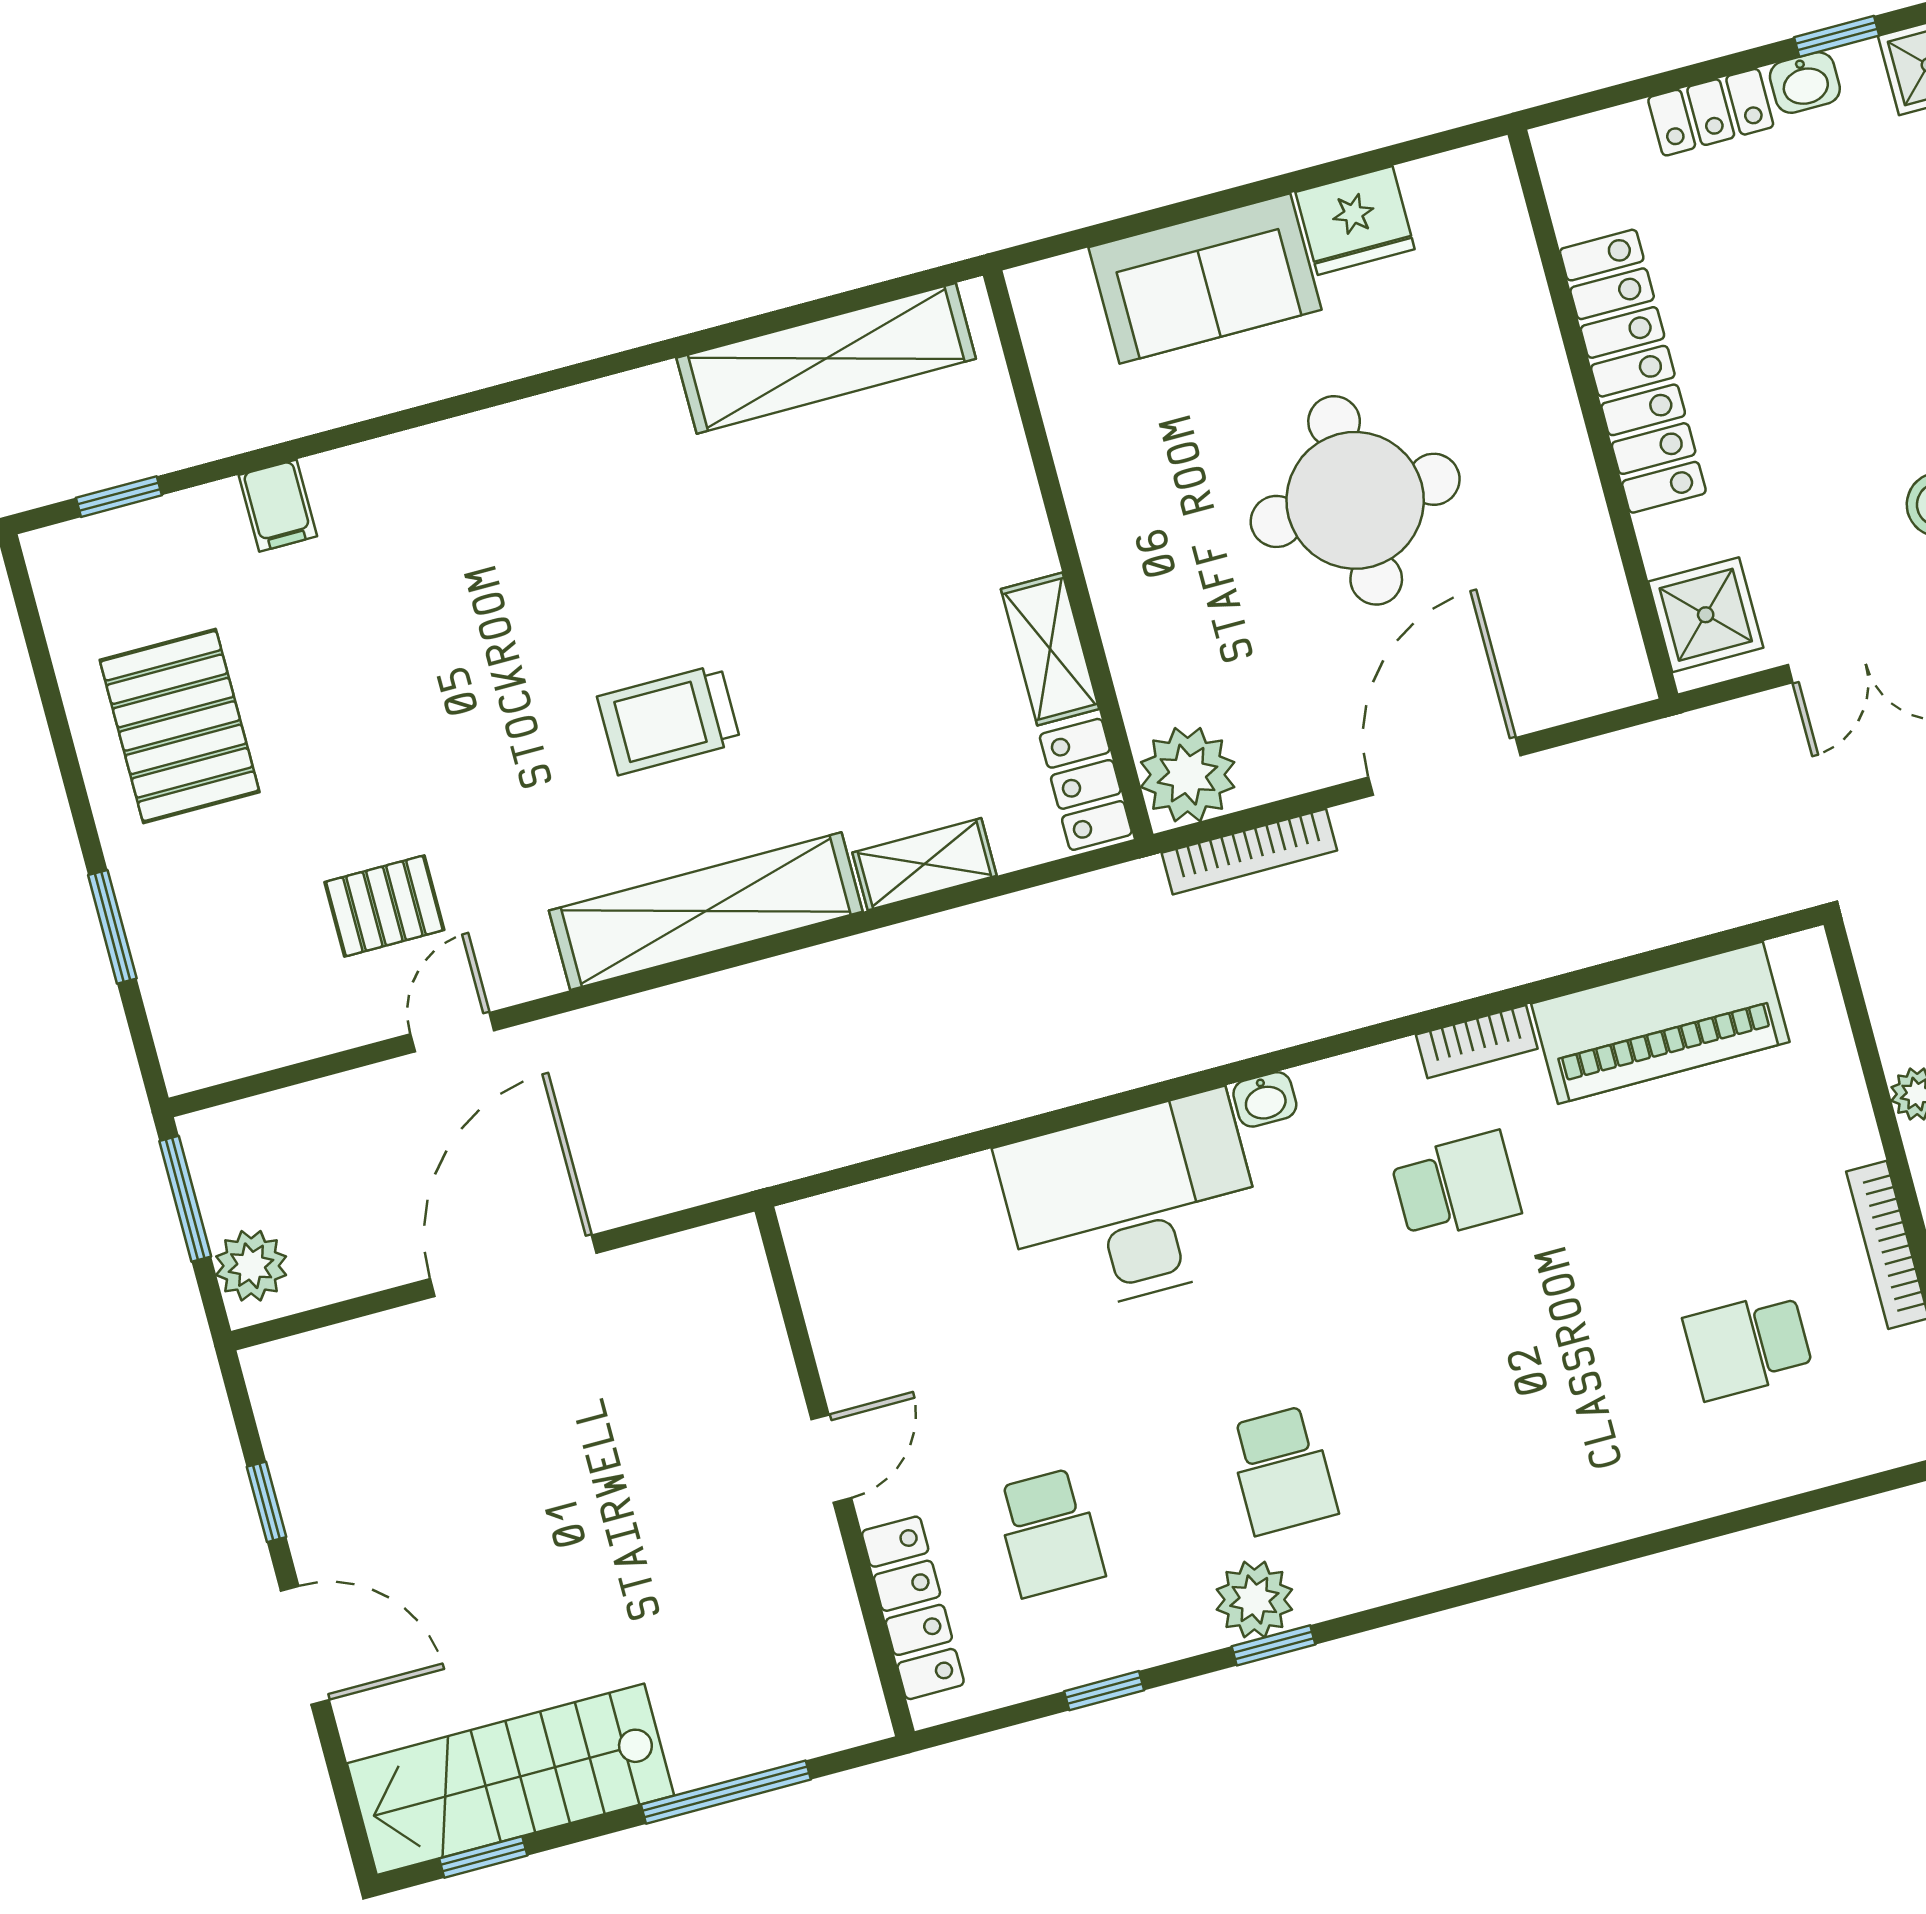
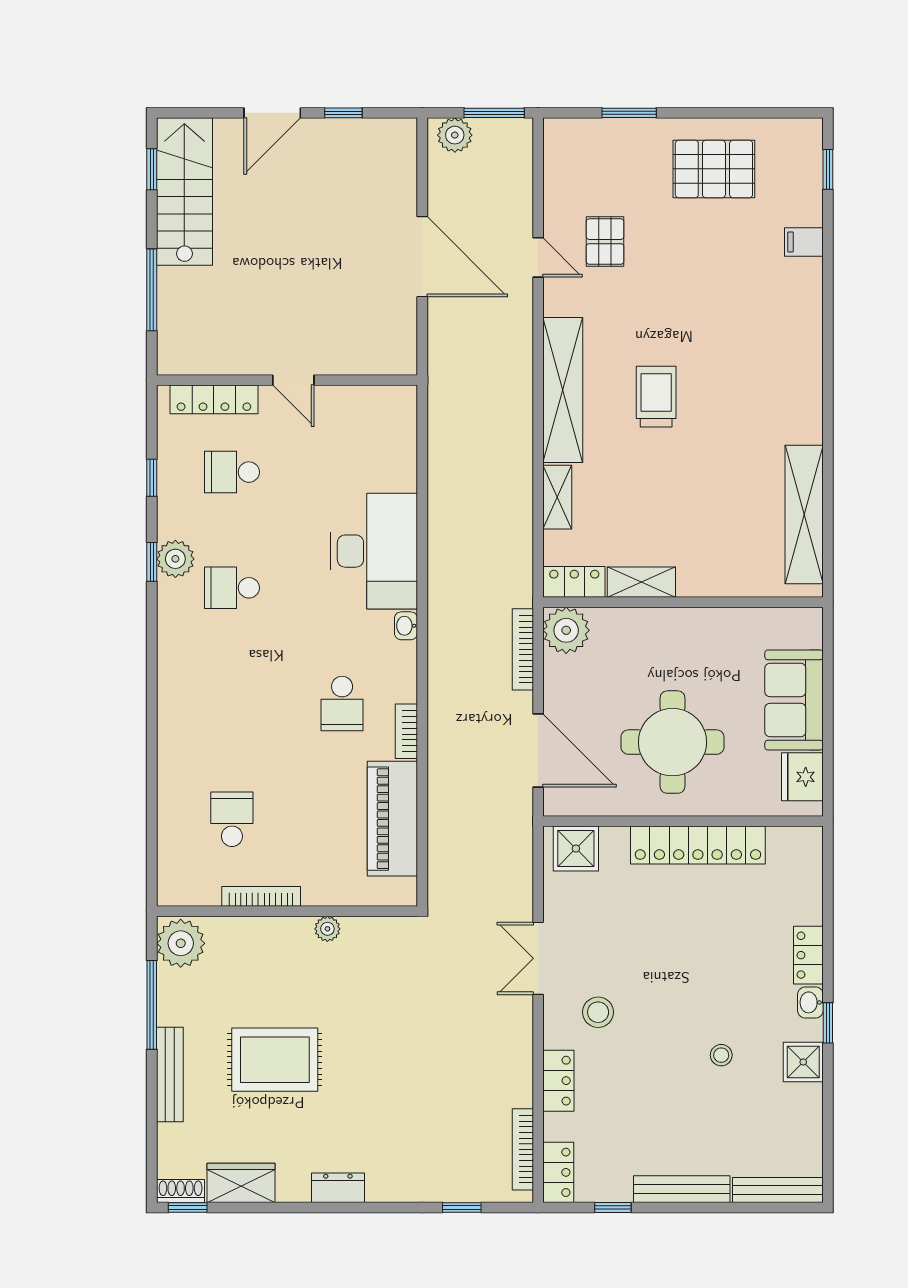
locker: (1633, 371) -> (698, 845), moved
wall: (1593, 414) -> (683, 821), moved
shower: (1706, 615) -> (576, 849), moved

